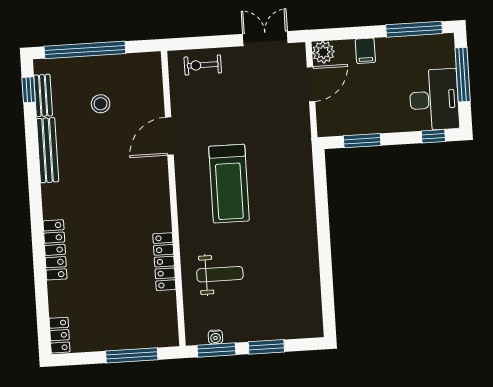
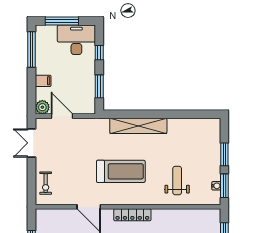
window: (433, 136) -> (99, 53), moved
shelving: (303, 207) -> (138, 126), added
locker: (164, 262) -> (132, 215), moved

